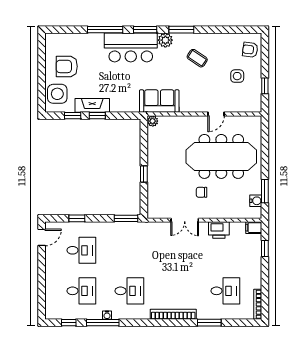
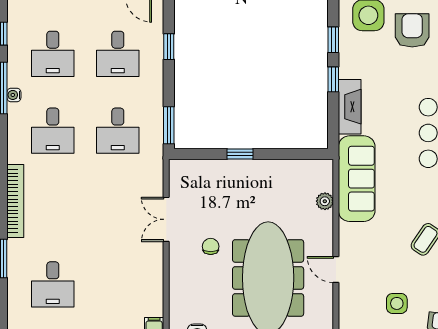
sofa: (159, 101) -> (357, 179), width x1.36
fireplace: (92, 105) -> (350, 107), moved
plant: (153, 121) -> (325, 201), moved
printer: (219, 230) -> (150, 274), removed
desk: (129, 250) -> (118, 131), added

